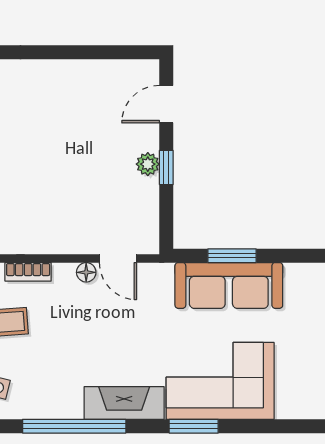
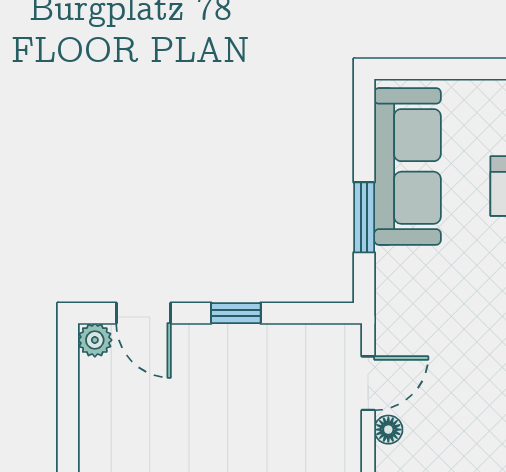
plant: (148, 164) -> (95, 340), moved
sofa: (229, 285) -> (407, 166), moved

